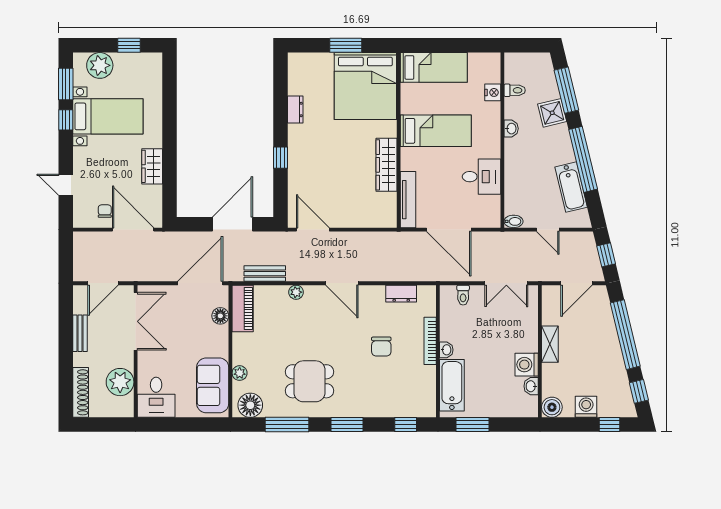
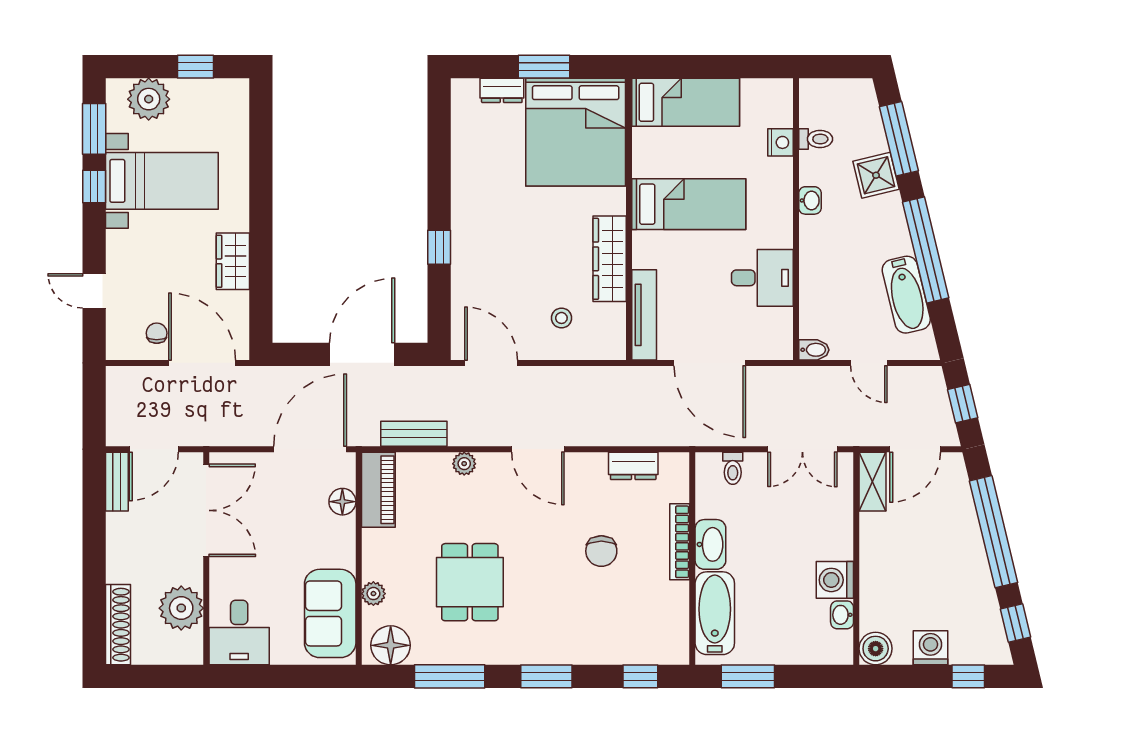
dresser: (295, 110) -> (502, 90), moved, turned 90
stool: (357, 202) -> (561, 318), added
bench: (80, 333) -> (117, 482), moved
shelving: (550, 344) -> (872, 482), moved
washbasin: (446, 350) -> (710, 544), width x1.91, depth x1.45
dining table: (310, 381) -> (470, 582), moved, turned 90

